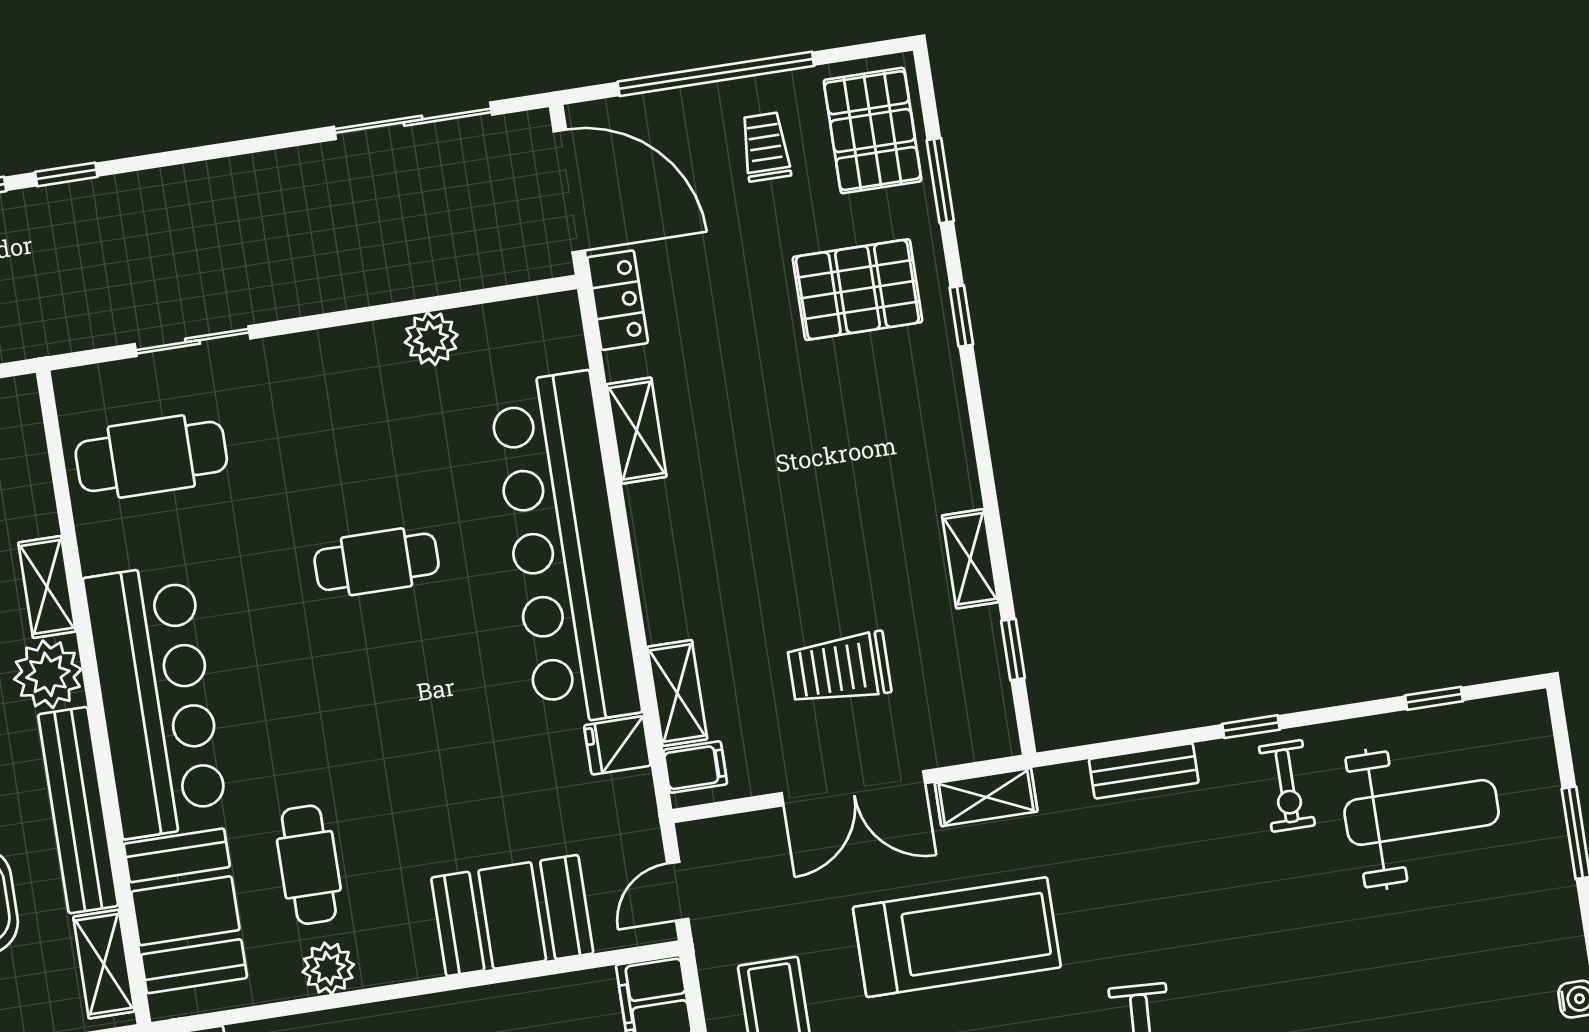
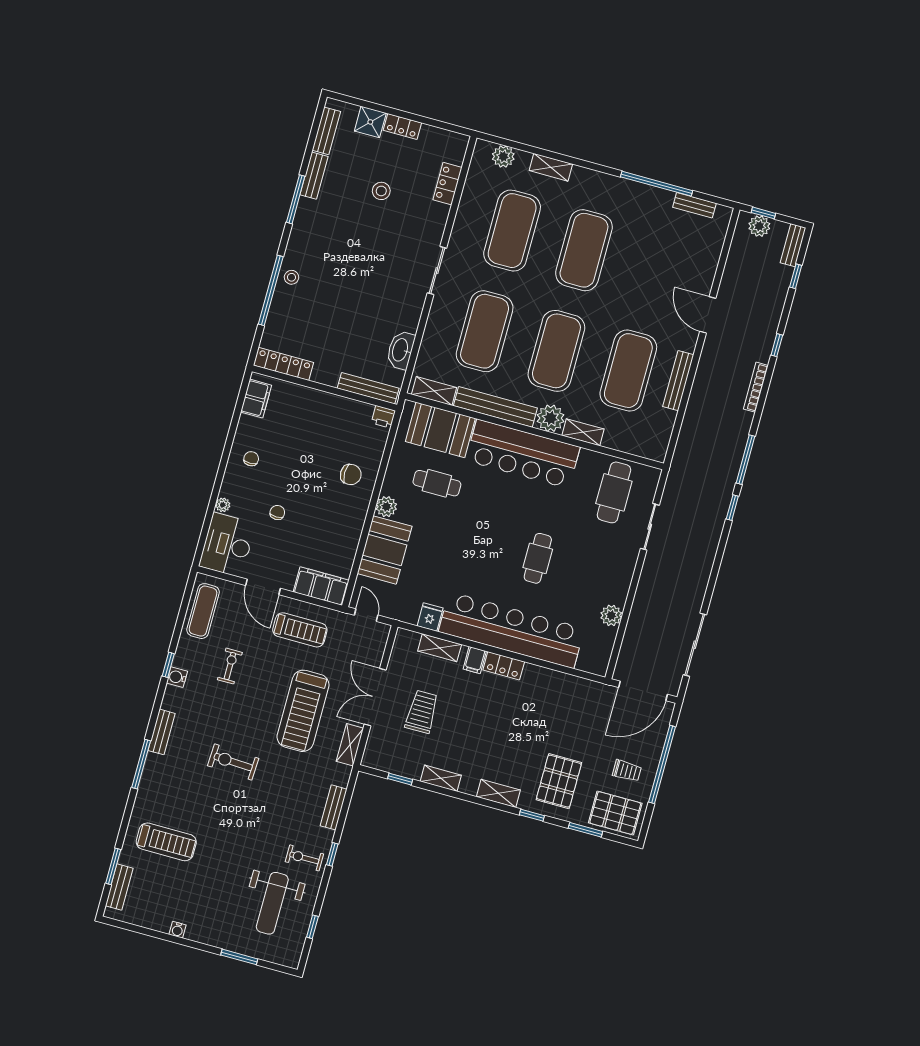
locker: (618, 300) -> (504, 666), moved
shelving: (637, 431) -> (498, 793), moved
filing cabinet: (695, 767) -> (475, 660), moved
plant: (328, 968) -> (386, 507), moved

